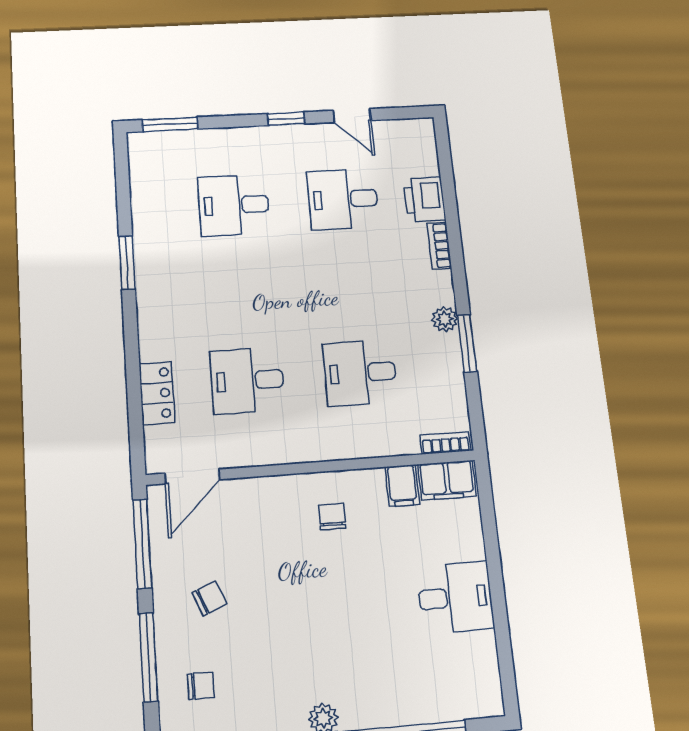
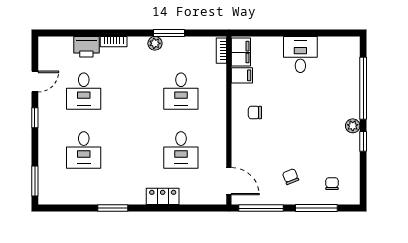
locker: (157, 393) -> (163, 196), moved

